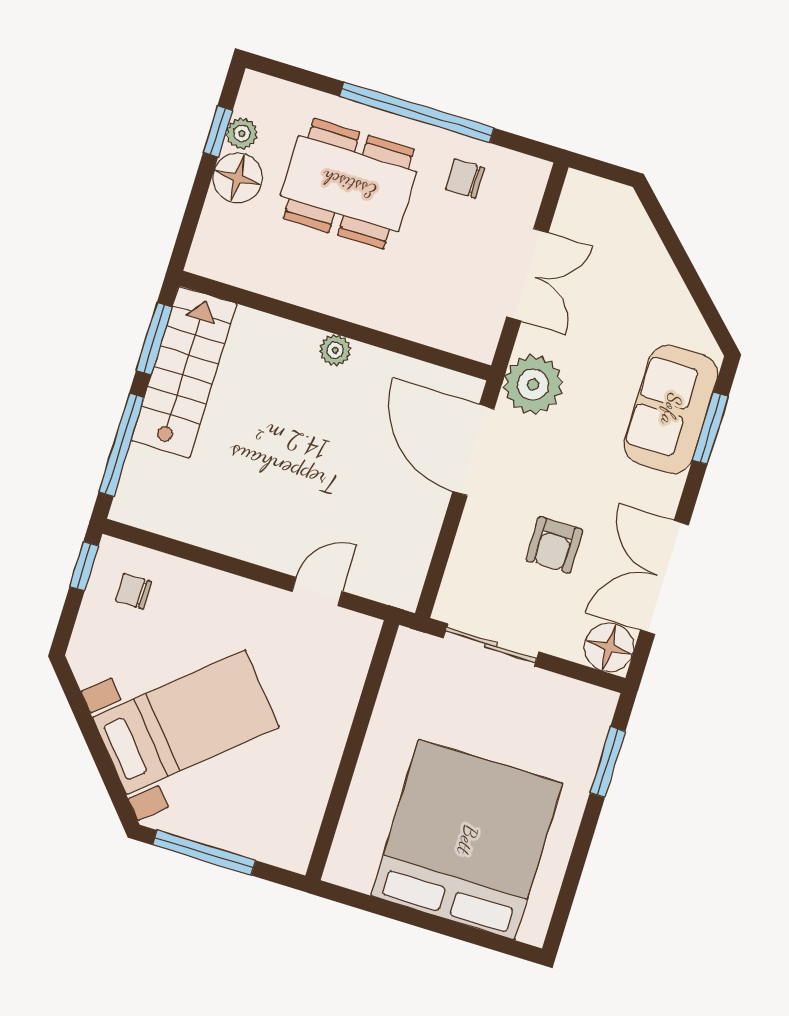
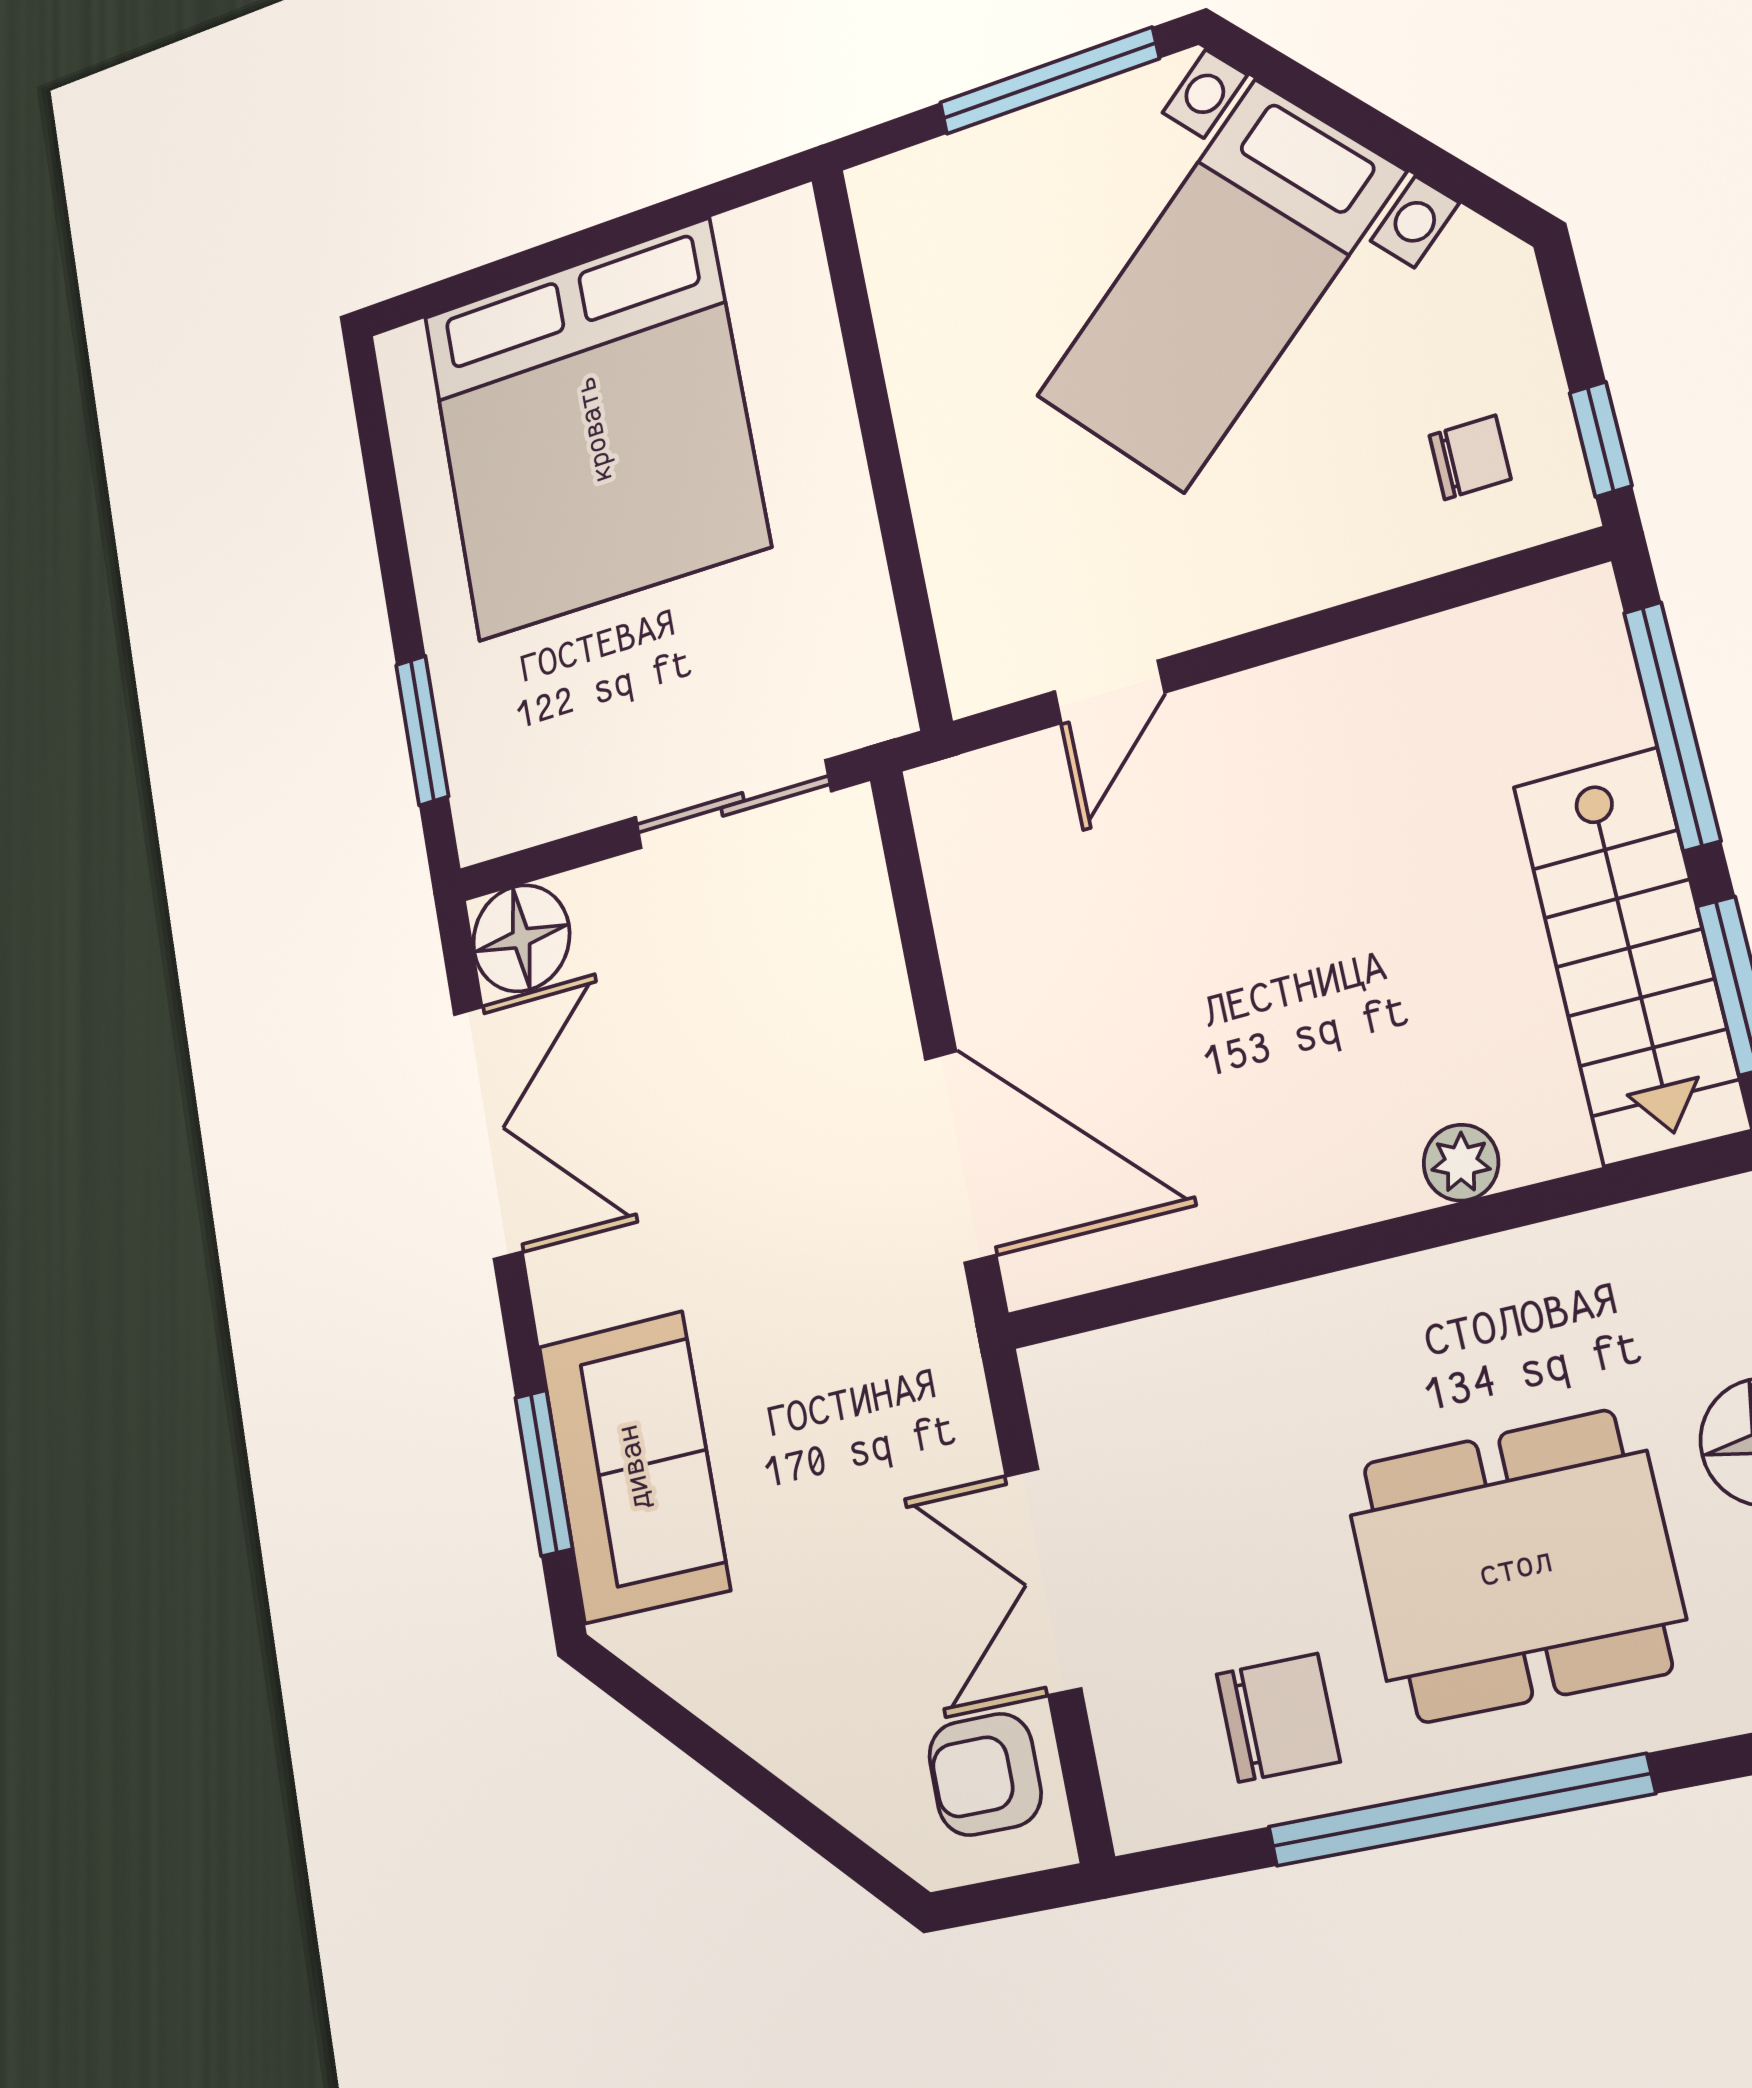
chair: (465, 178) -> (1278, 1718), width x1.37, depth x1.37
plant: (335, 350) -> (1461, 1163), moved
plant: (533, 385) -> (915, 1359), removed
armchair: (554, 545) -> (985, 1774), moved, turned -90

